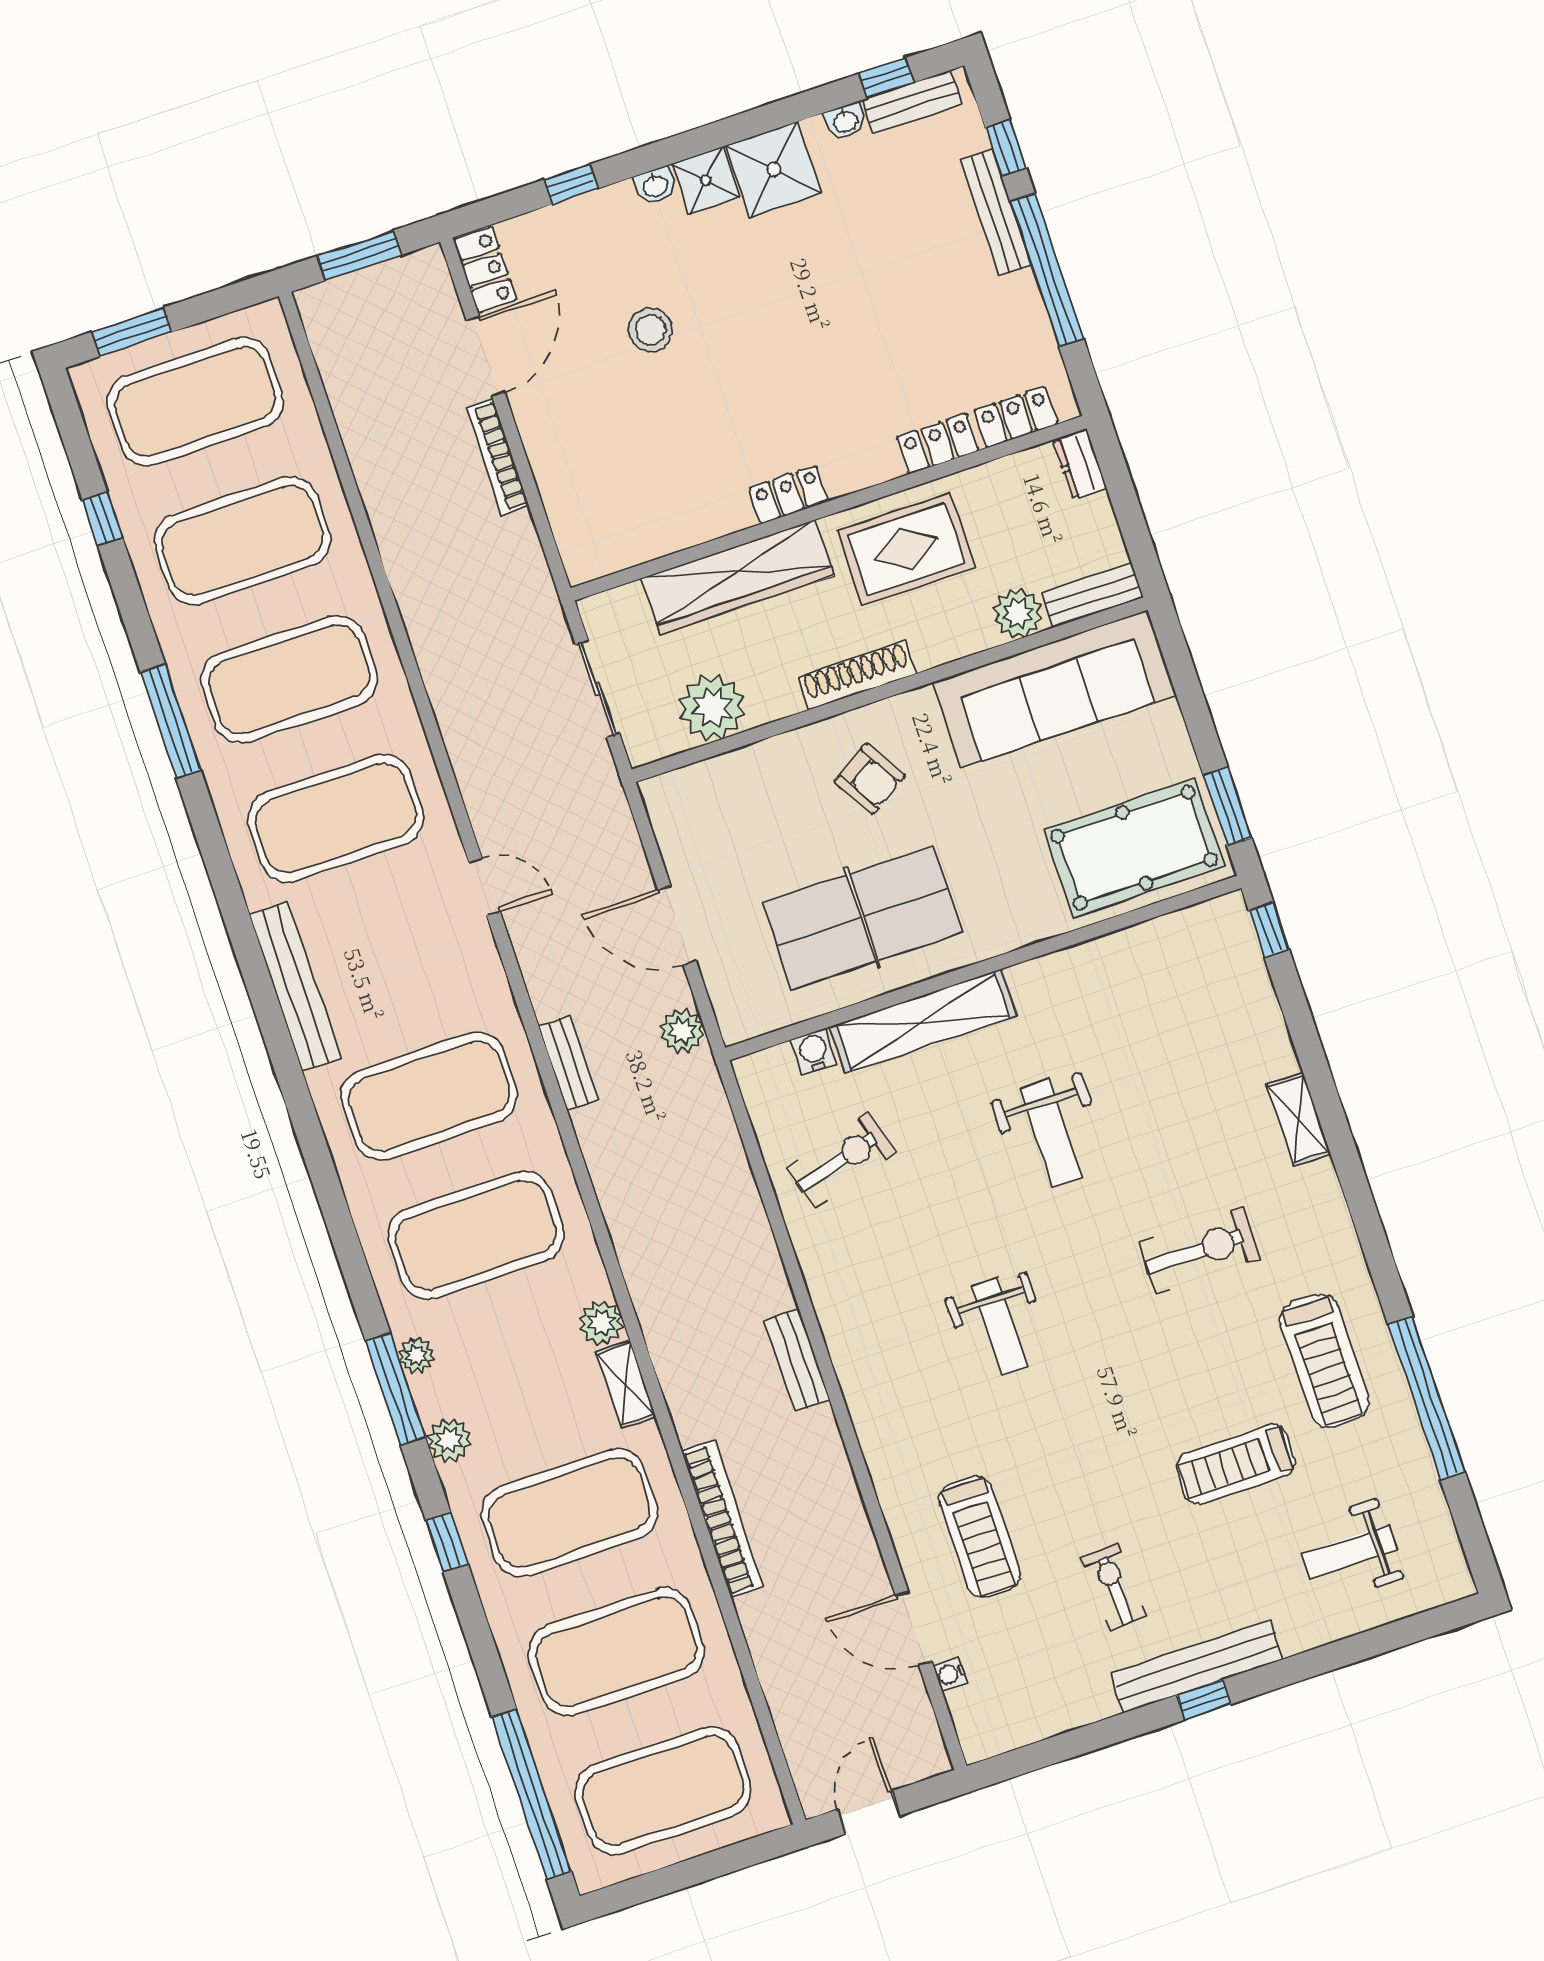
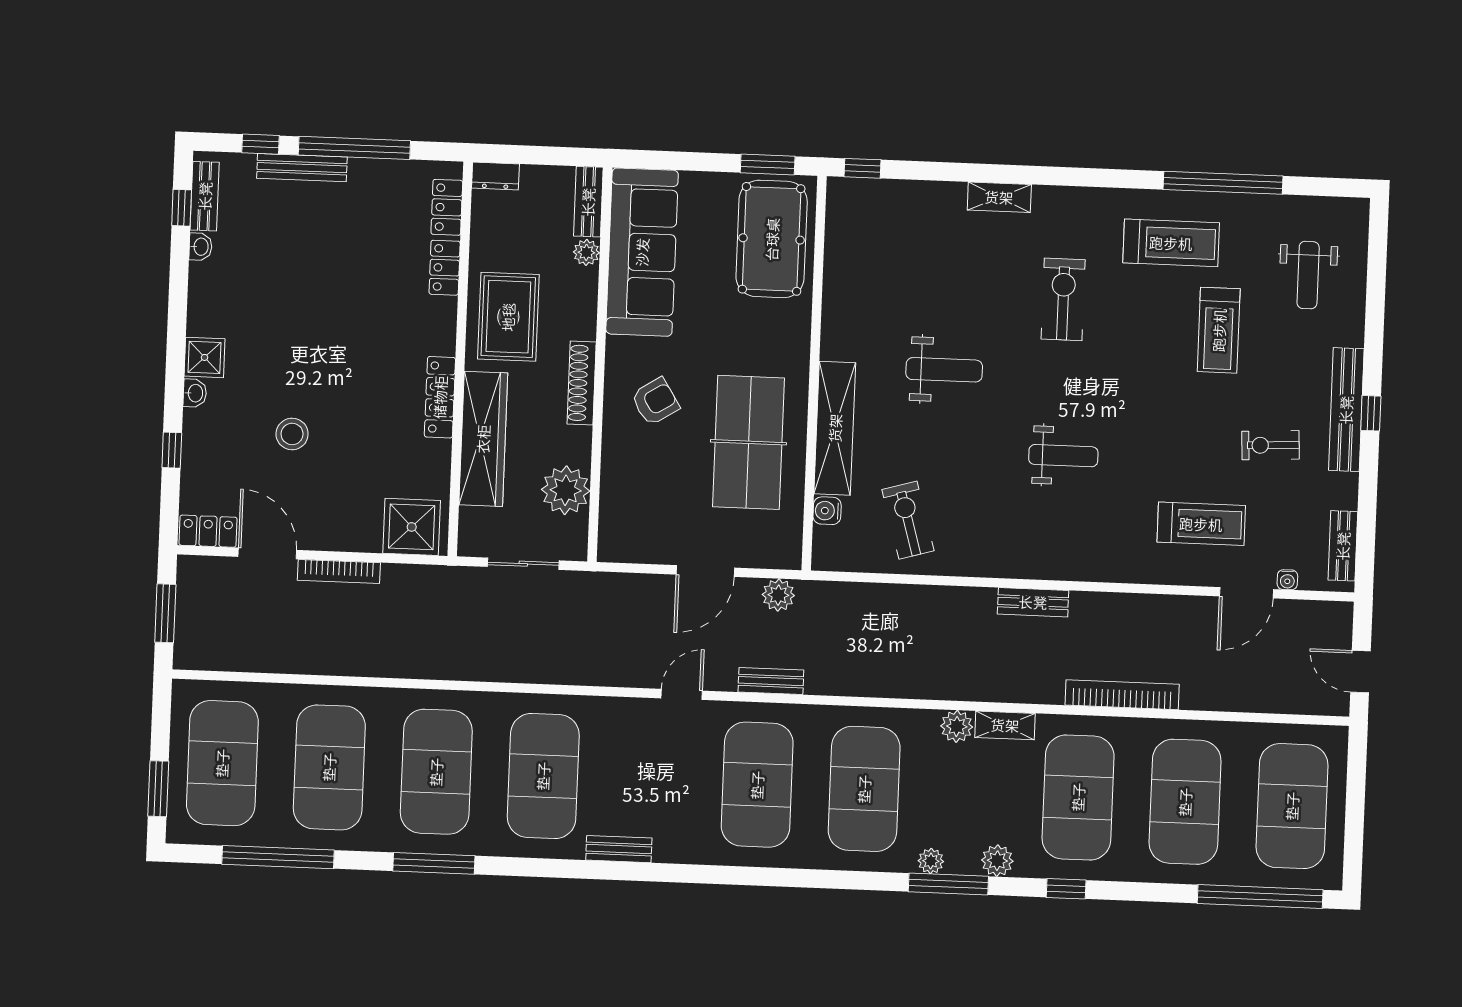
shower: (774, 169) -> (412, 527), moved
locker: (789, 495) -> (440, 397), width x1.53
window: (102, 519) -> (278, 857), width x3.17
plant: (1018, 613) -> (586, 252), width x0.73, depth x0.73
door: (485, 887) -> (682, 694), moved
bench: (295, 986) -> (619, 849), width x0.54, depth x0.82
bench: (1021, 1729) -> (1343, 546), added

